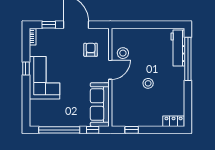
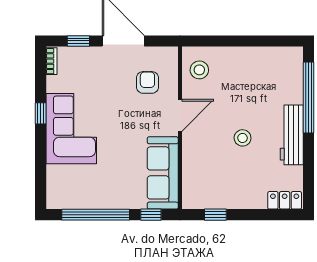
workbench: (178, 48) -> (292, 135), moved
stool: (123, 53) -> (199, 70), moved

